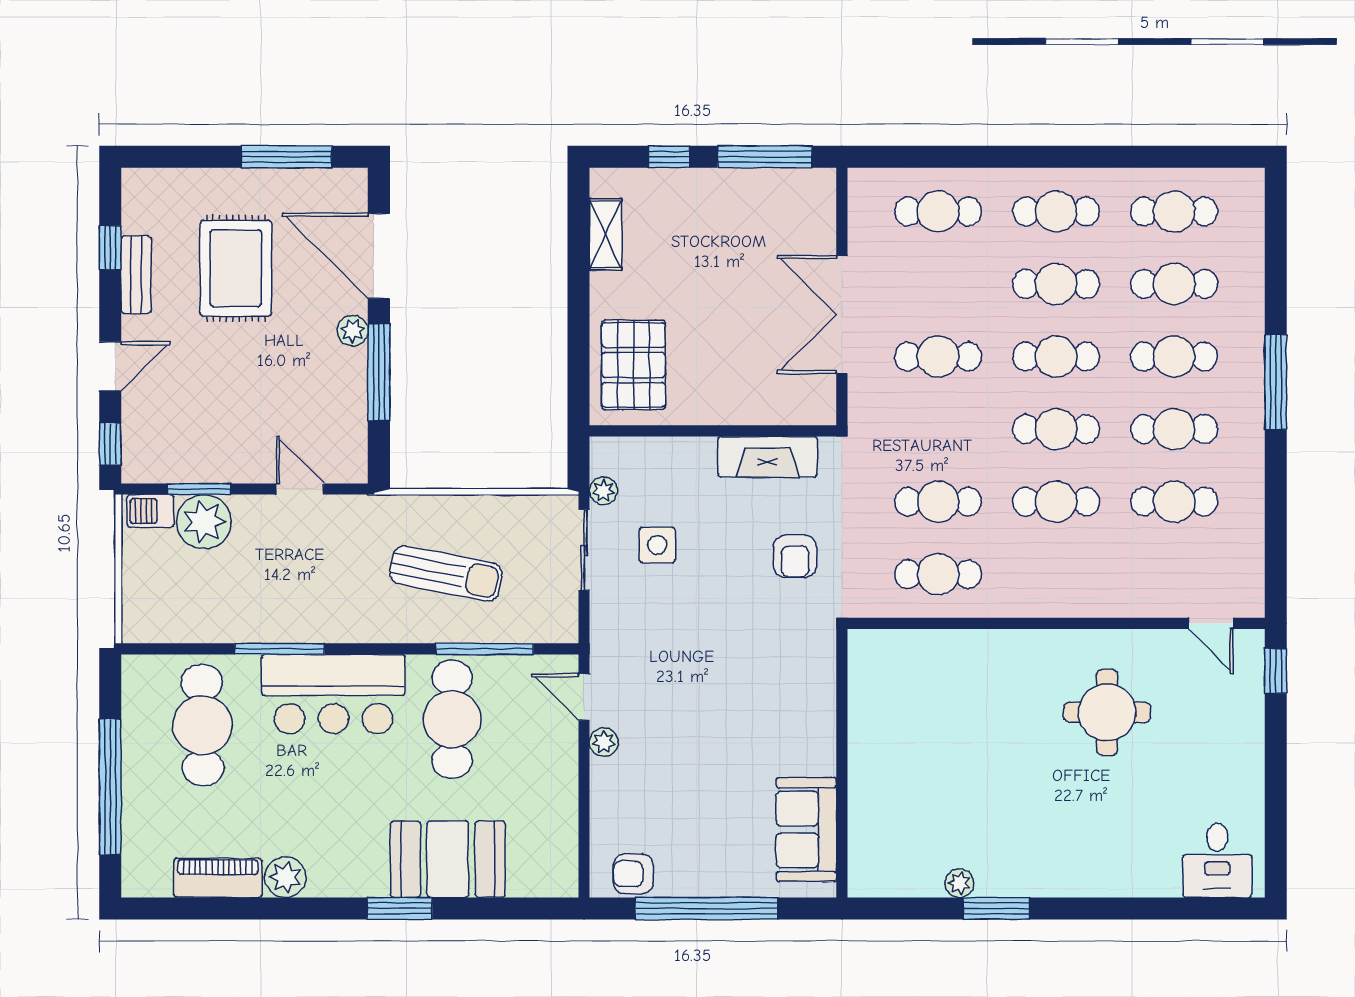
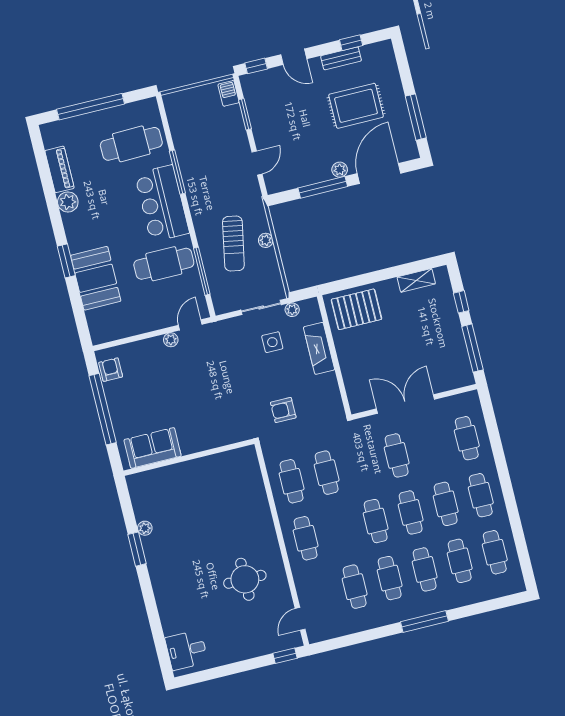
fireplace: (768, 457) -> (319, 348), moved
cafe table: (1056, 502) -> (306, 538), moved
plant: (204, 522) -> (266, 240), moved, width x0.53, depth x0.53

